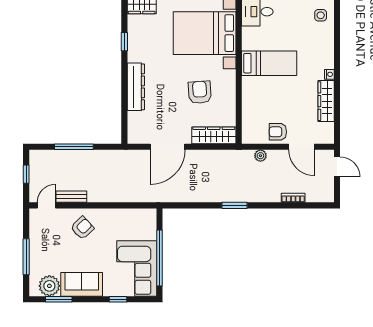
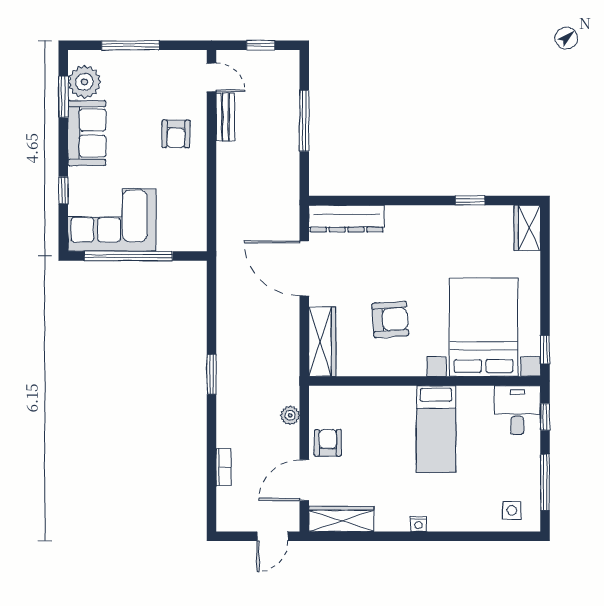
dresser: (136, 87) -> (347, 219), moved
wardrobe: (326, 101) -> (341, 519), moved
armchair: (82, 228) -> (176, 134), turned 44

